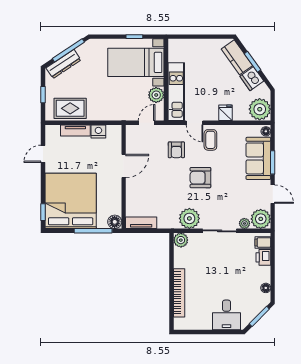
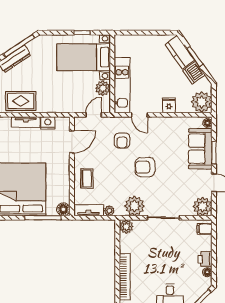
coffee table: (210, 140) -> (87, 179), moved
door: (124, 166) -> (72, 142), moved
plant: (244, 223) -> (109, 211), moved
printer: (263, 257) -> (205, 259), moved

